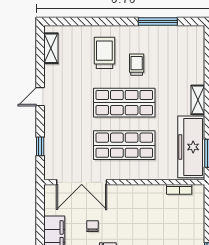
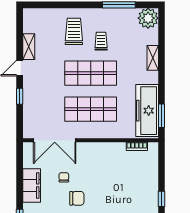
plant: (193, 37) -> (148, 18), added
shelving: (51, 48) -> (29, 47), moved
shelving: (198, 100) -> (153, 58), moved
window: (40, 146) -> (20, 96), moved

